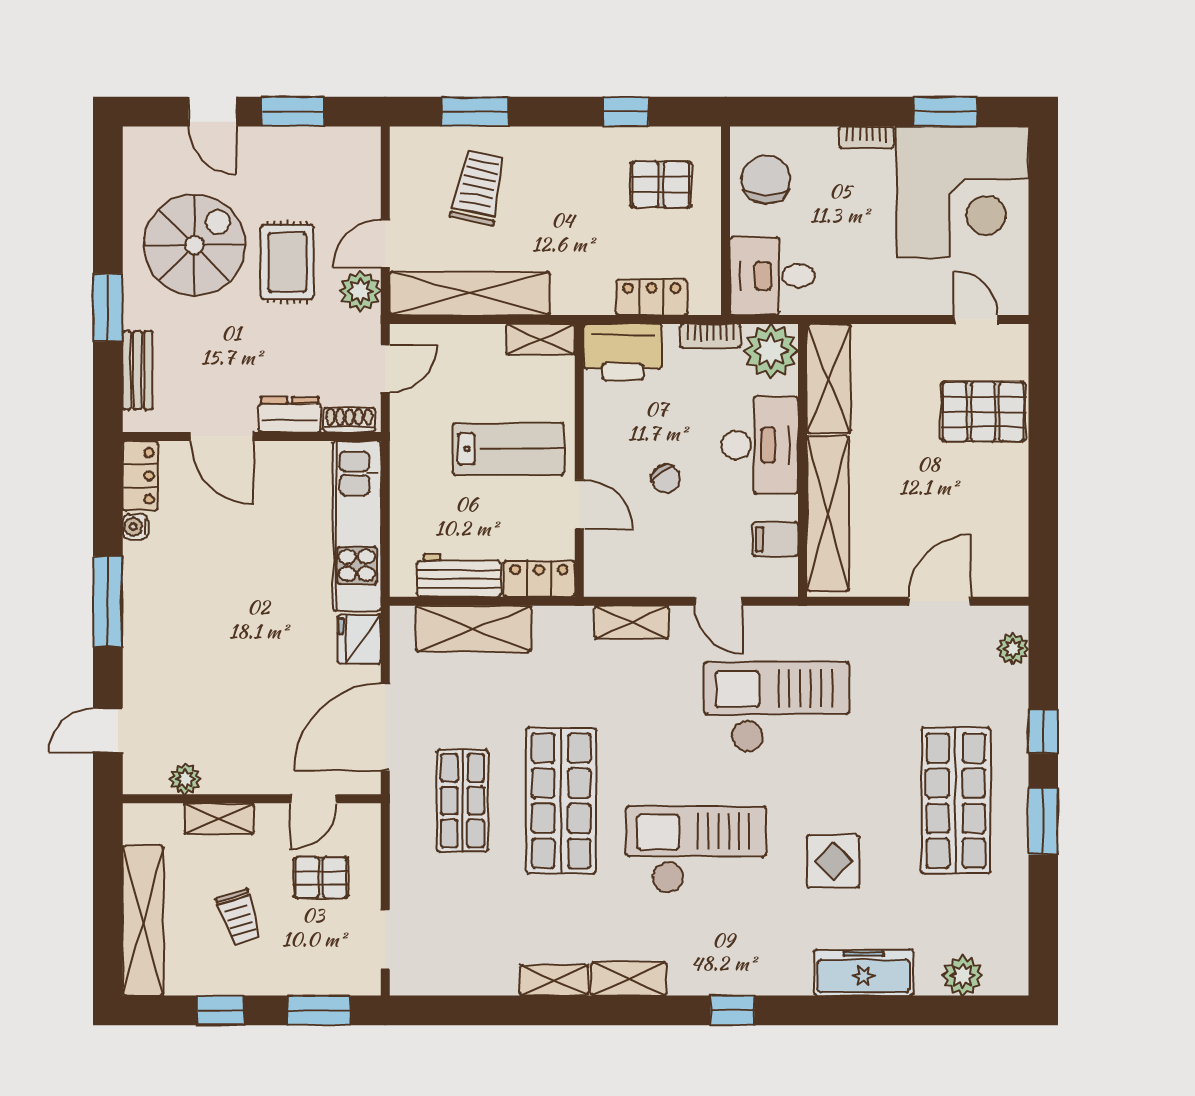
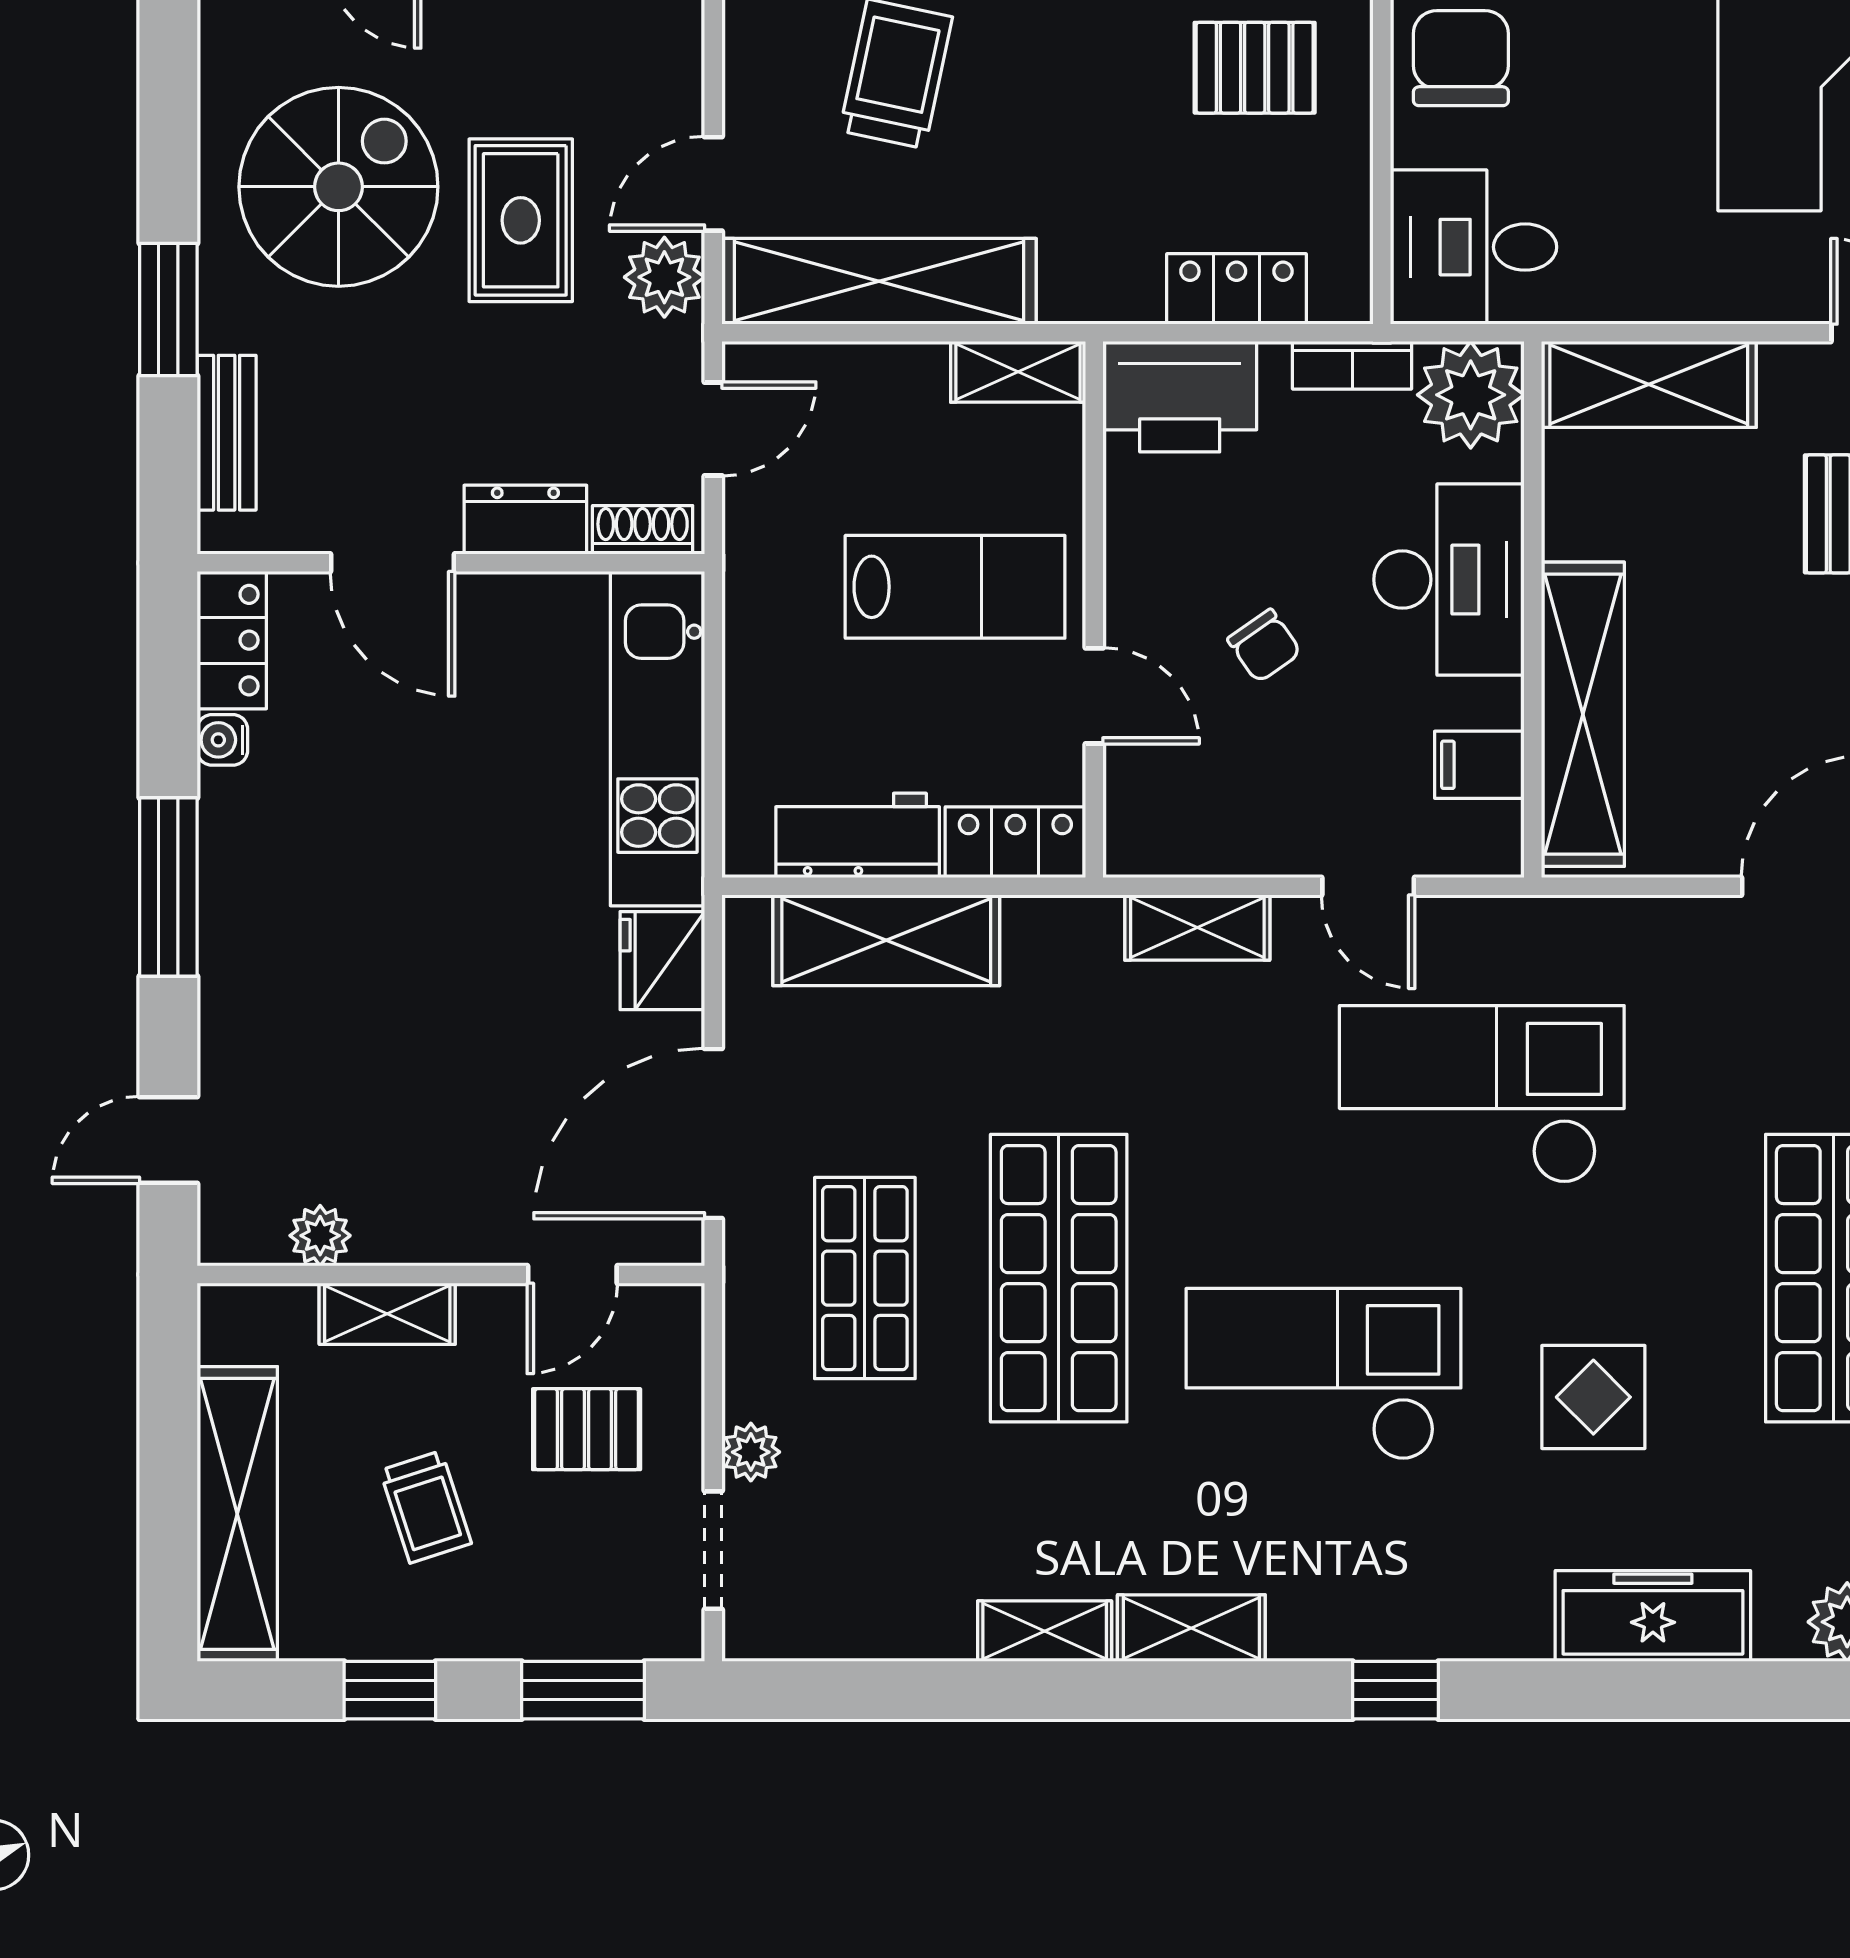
shelving: (829, 379) -> (1649, 384), moved, turned 90
plant: (404, 889) -> (751, 1452), added

